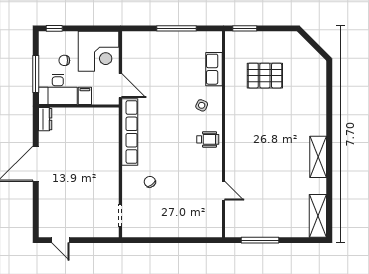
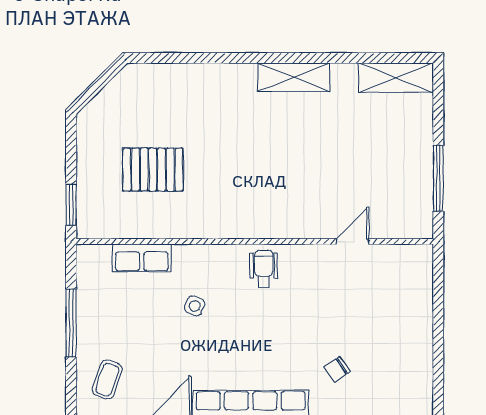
coffee table: (144, 49) -> (107, 380), added
pallet: (265, 76) -> (153, 170), turned 90
side table: (202, 105) -> (195, 306), moved

